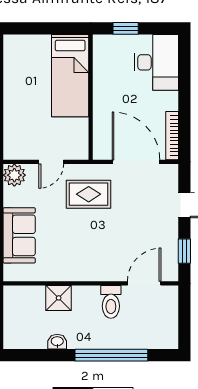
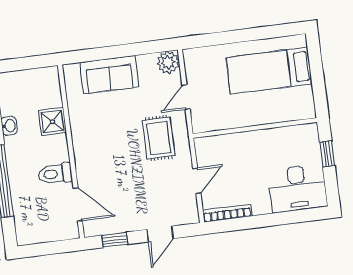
bed: (70, 76) -> (269, 71), moved
door: (51, 162) -> (186, 97), hinge flipped
door: (136, 162) -> (197, 181), width x0.53

